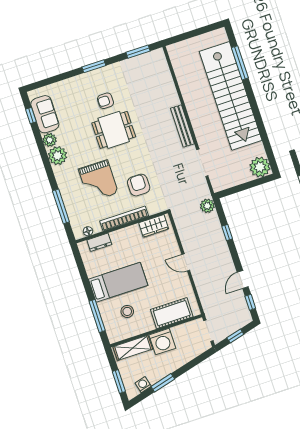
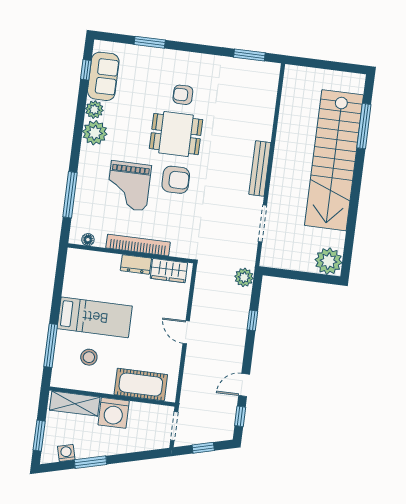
window: (94, 66) -> (150, 42), moved
armchair: (139, 185) -> (176, 180), moved, turned 90
dresser: (99, 242) -> (136, 264), moved

